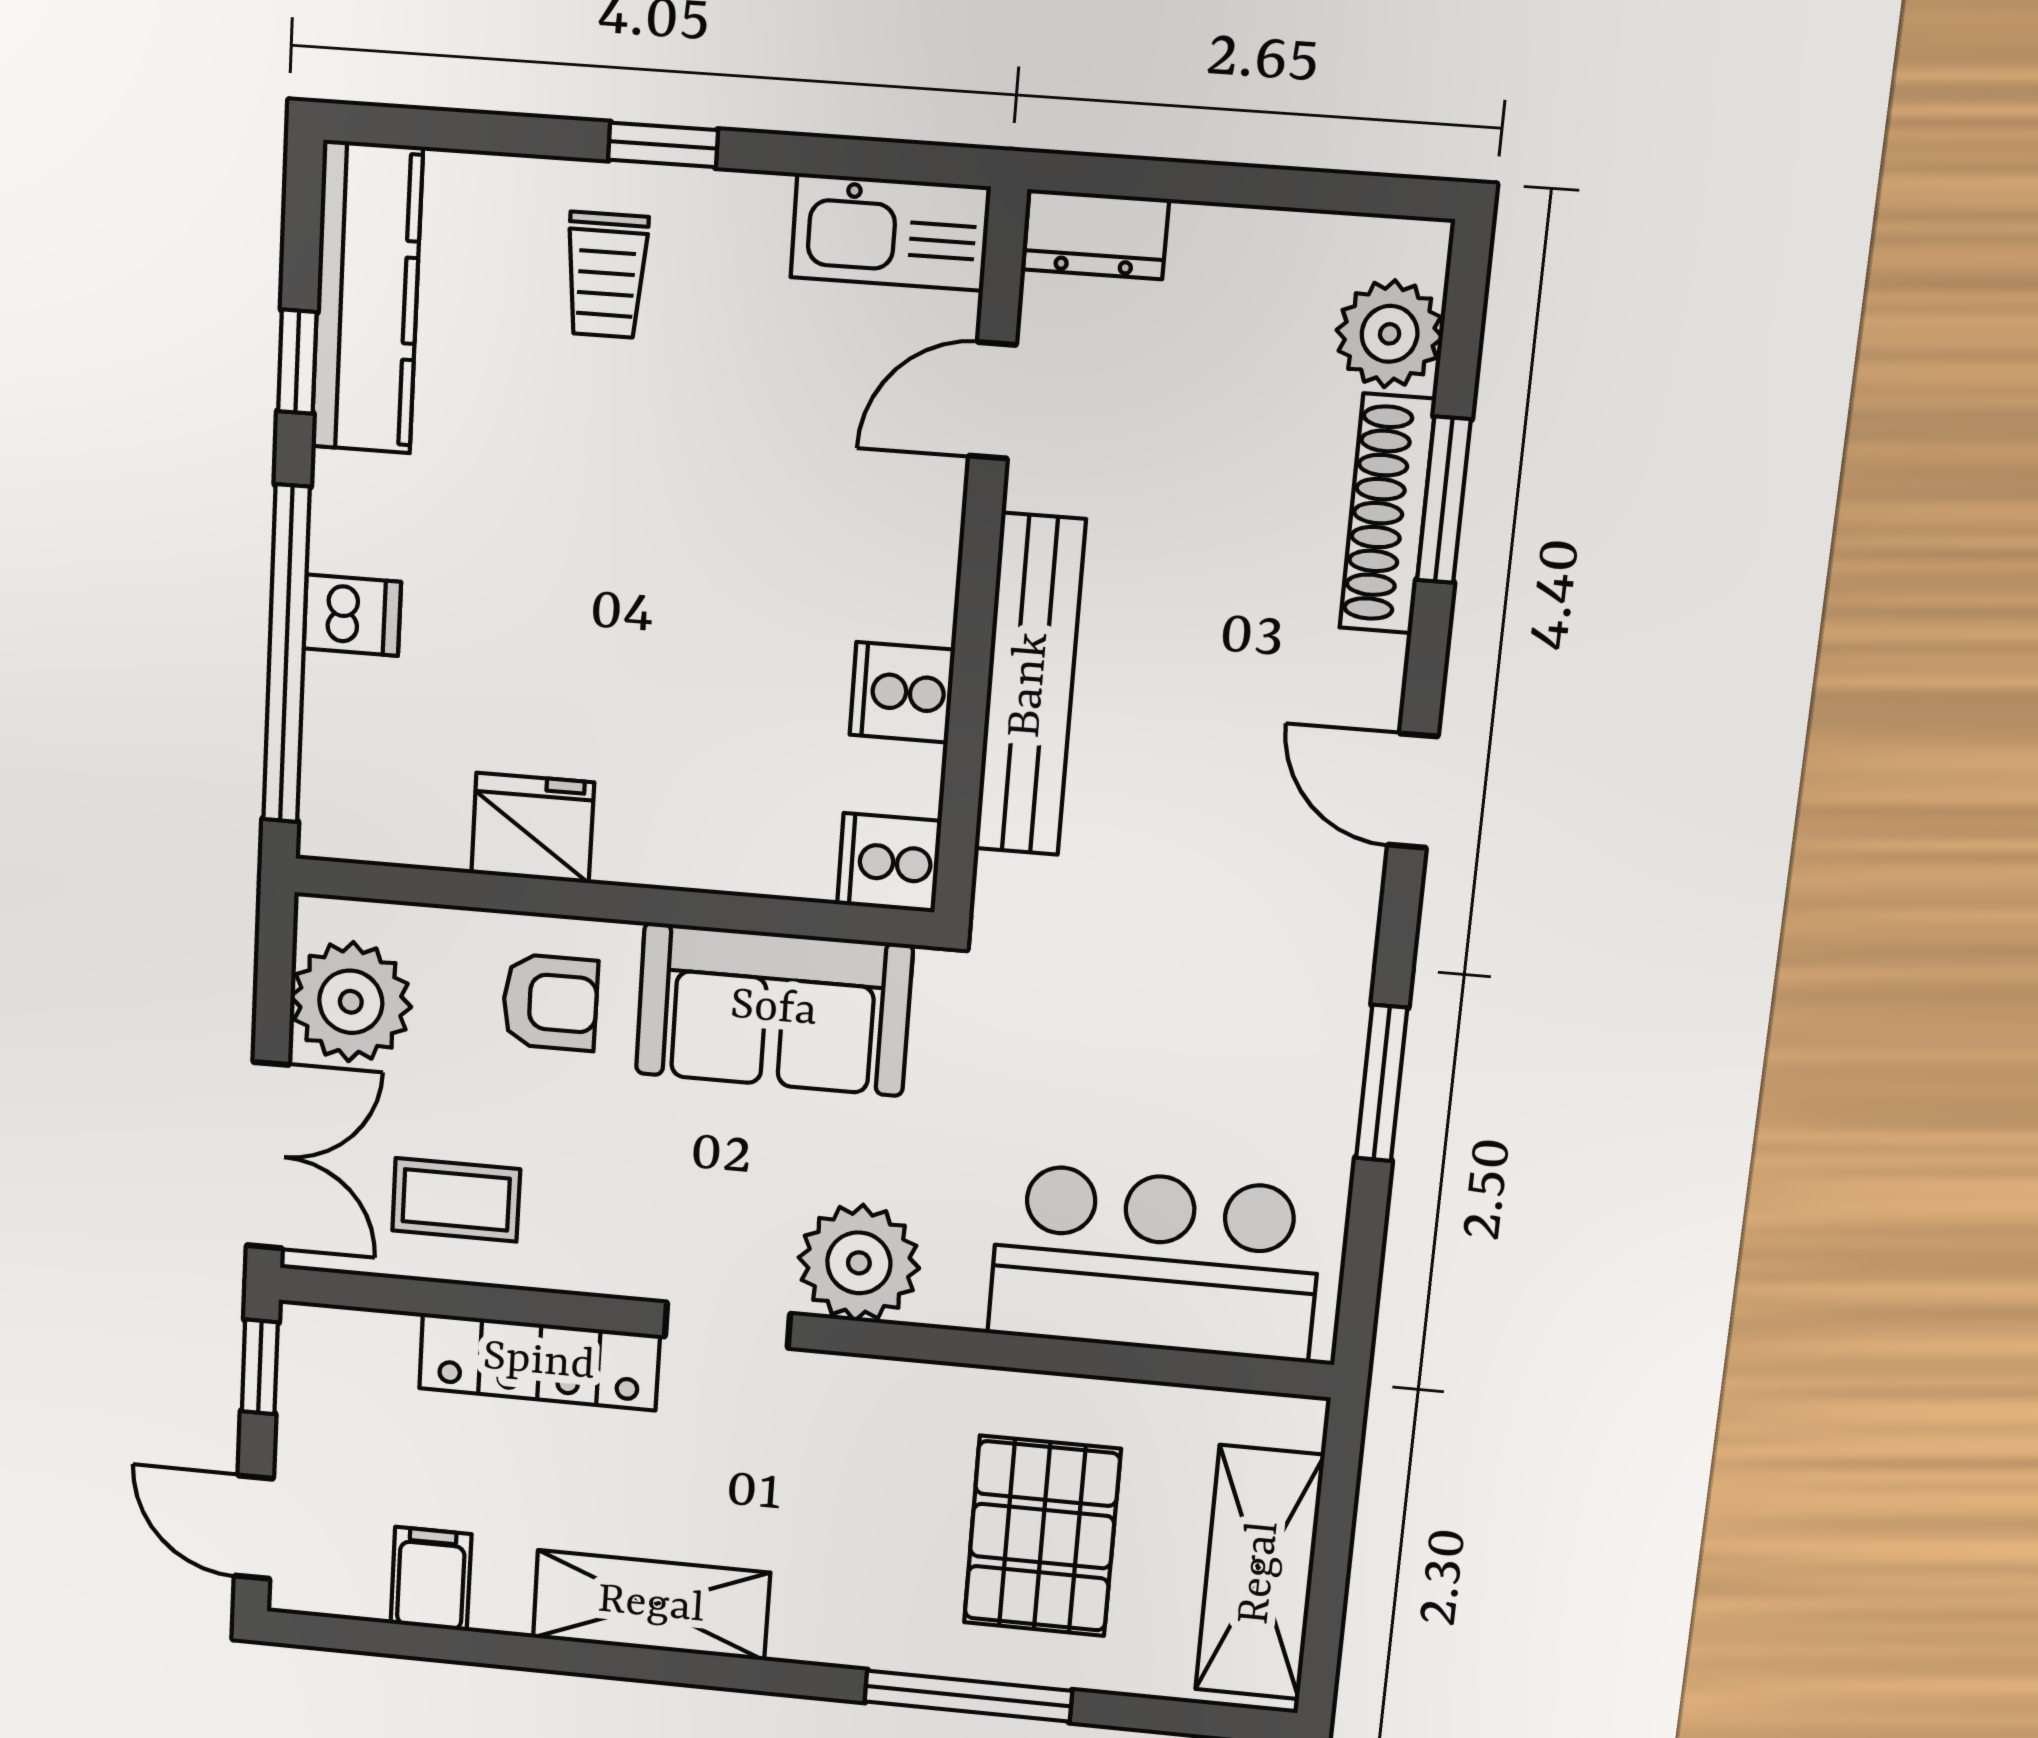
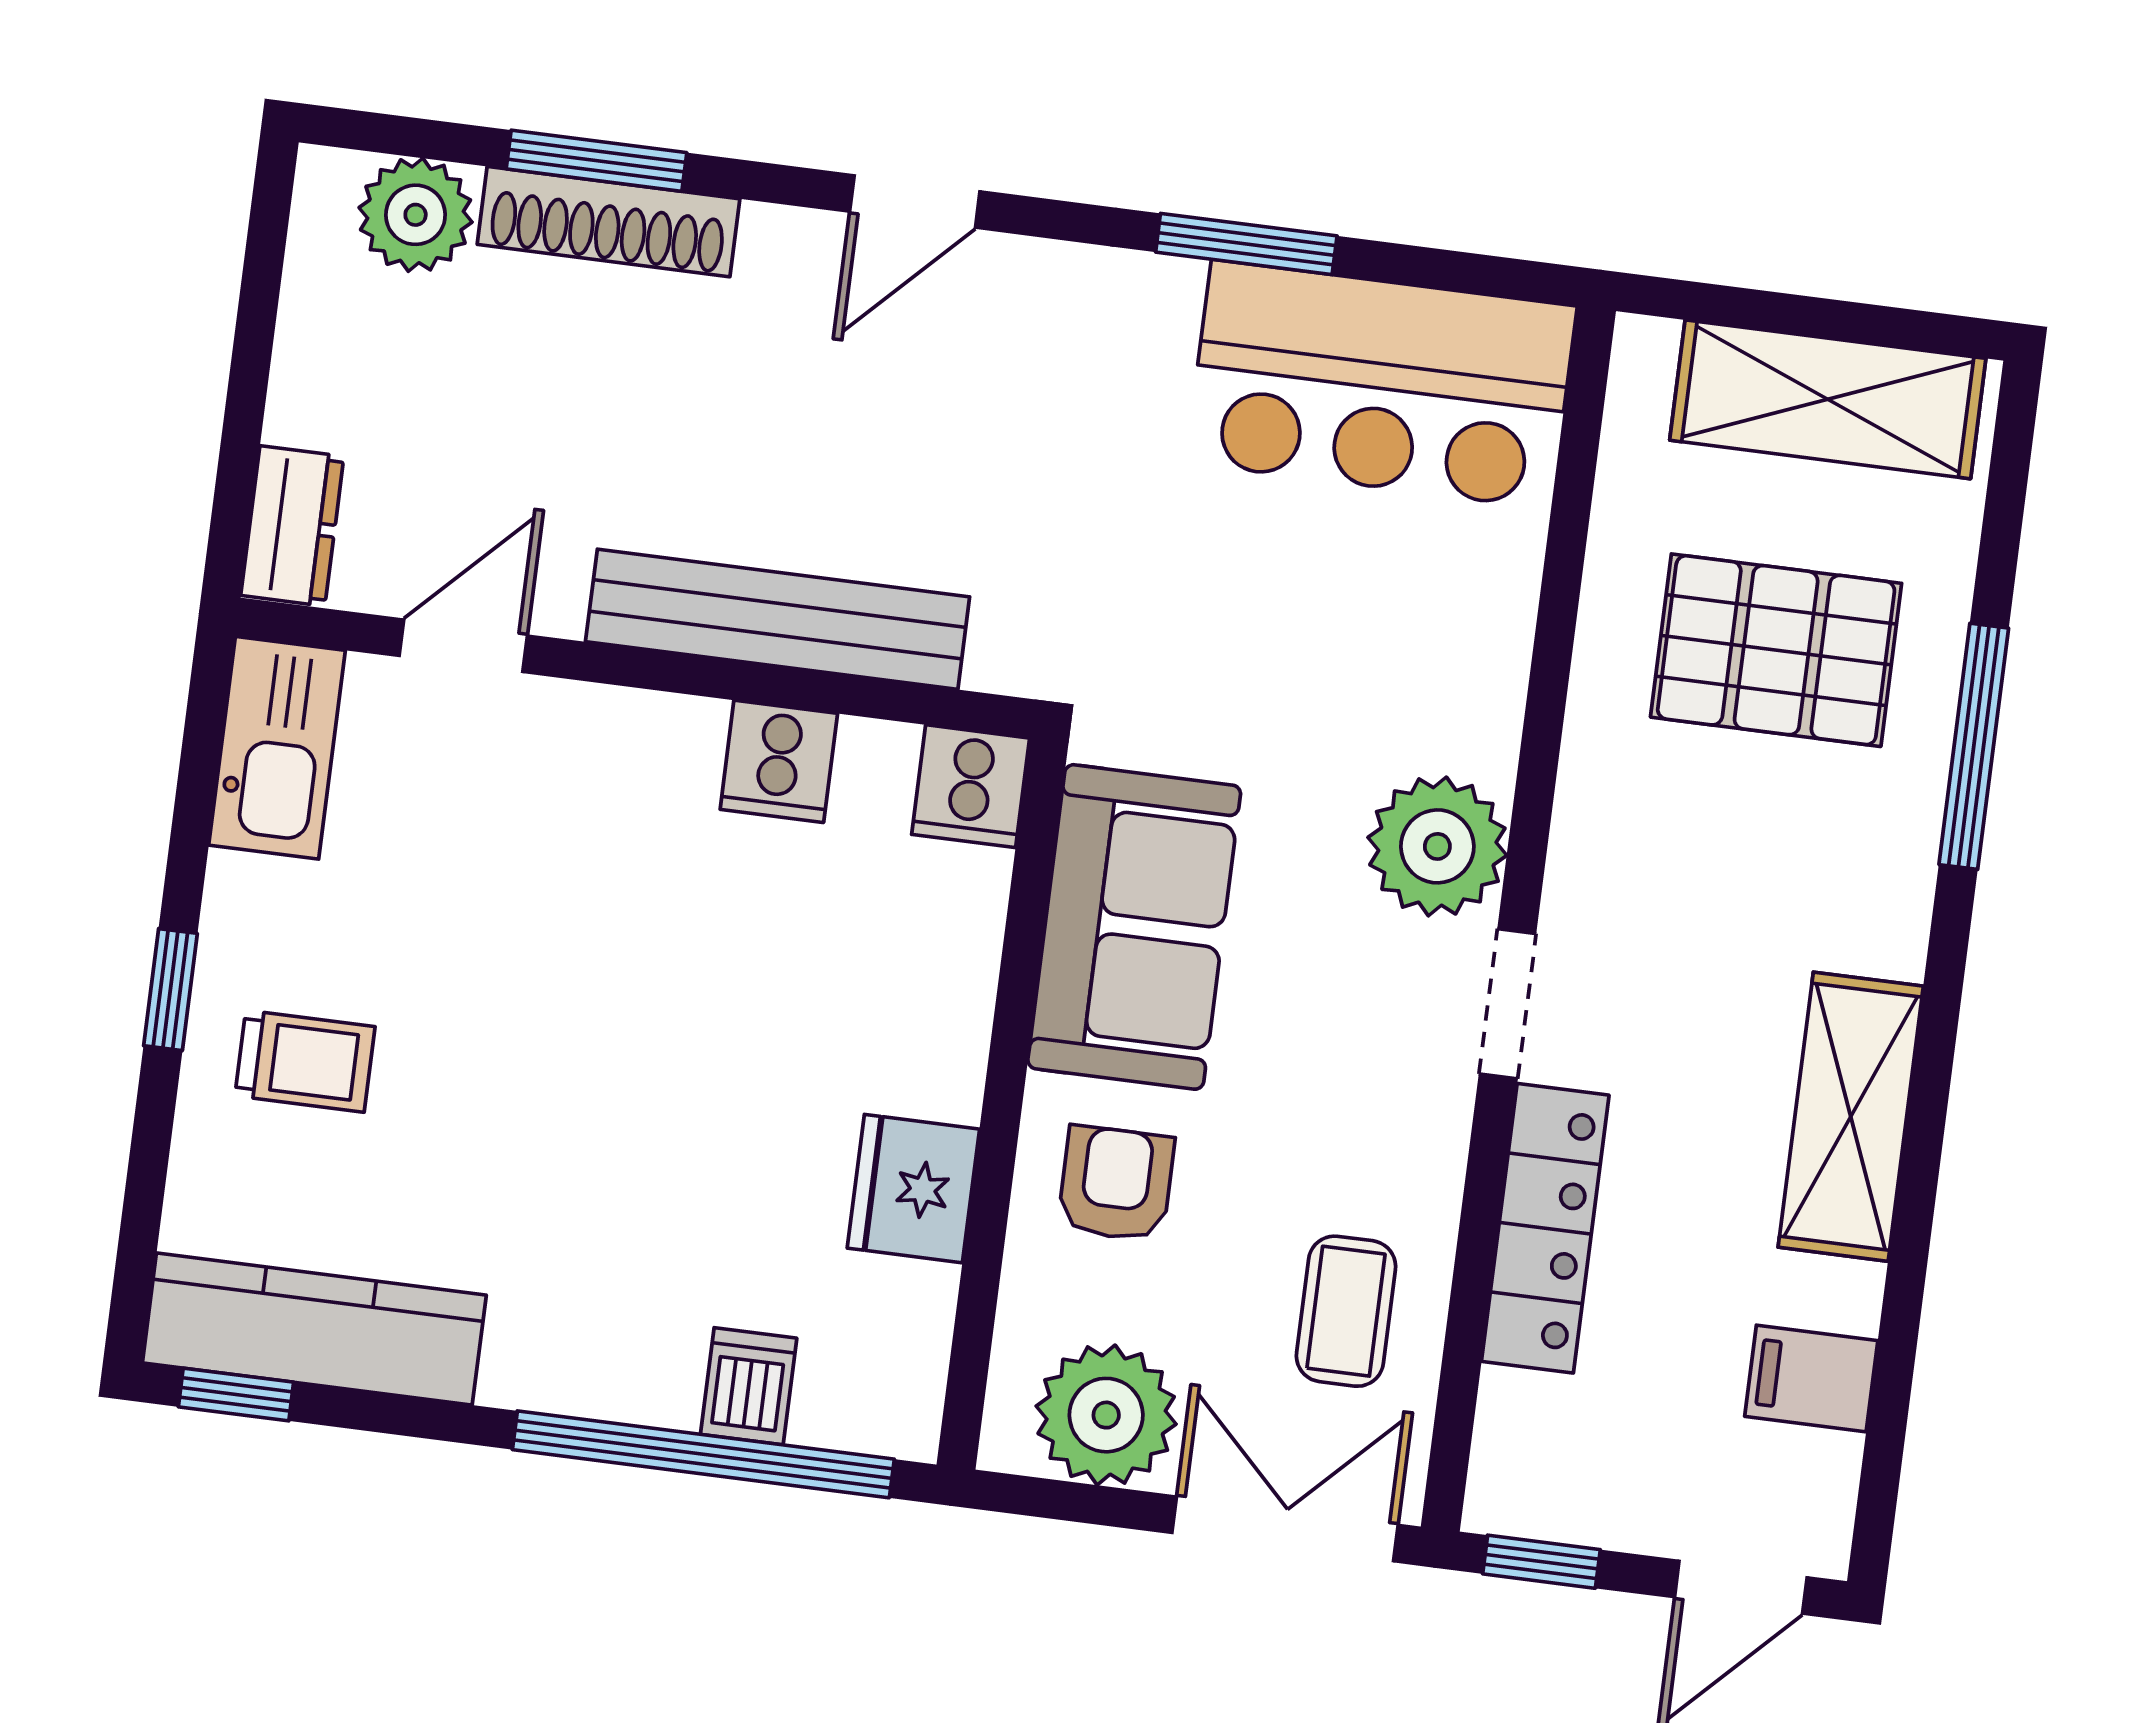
window: (297, 362) -> (236, 1394), moved
door: (992, 400) -> (463, 646), swing flipped
dishwasher: (352, 615) -> (749, 1386), moved
bar counter: (1155, 1263) -> (1381, 384), moved, turned -90

